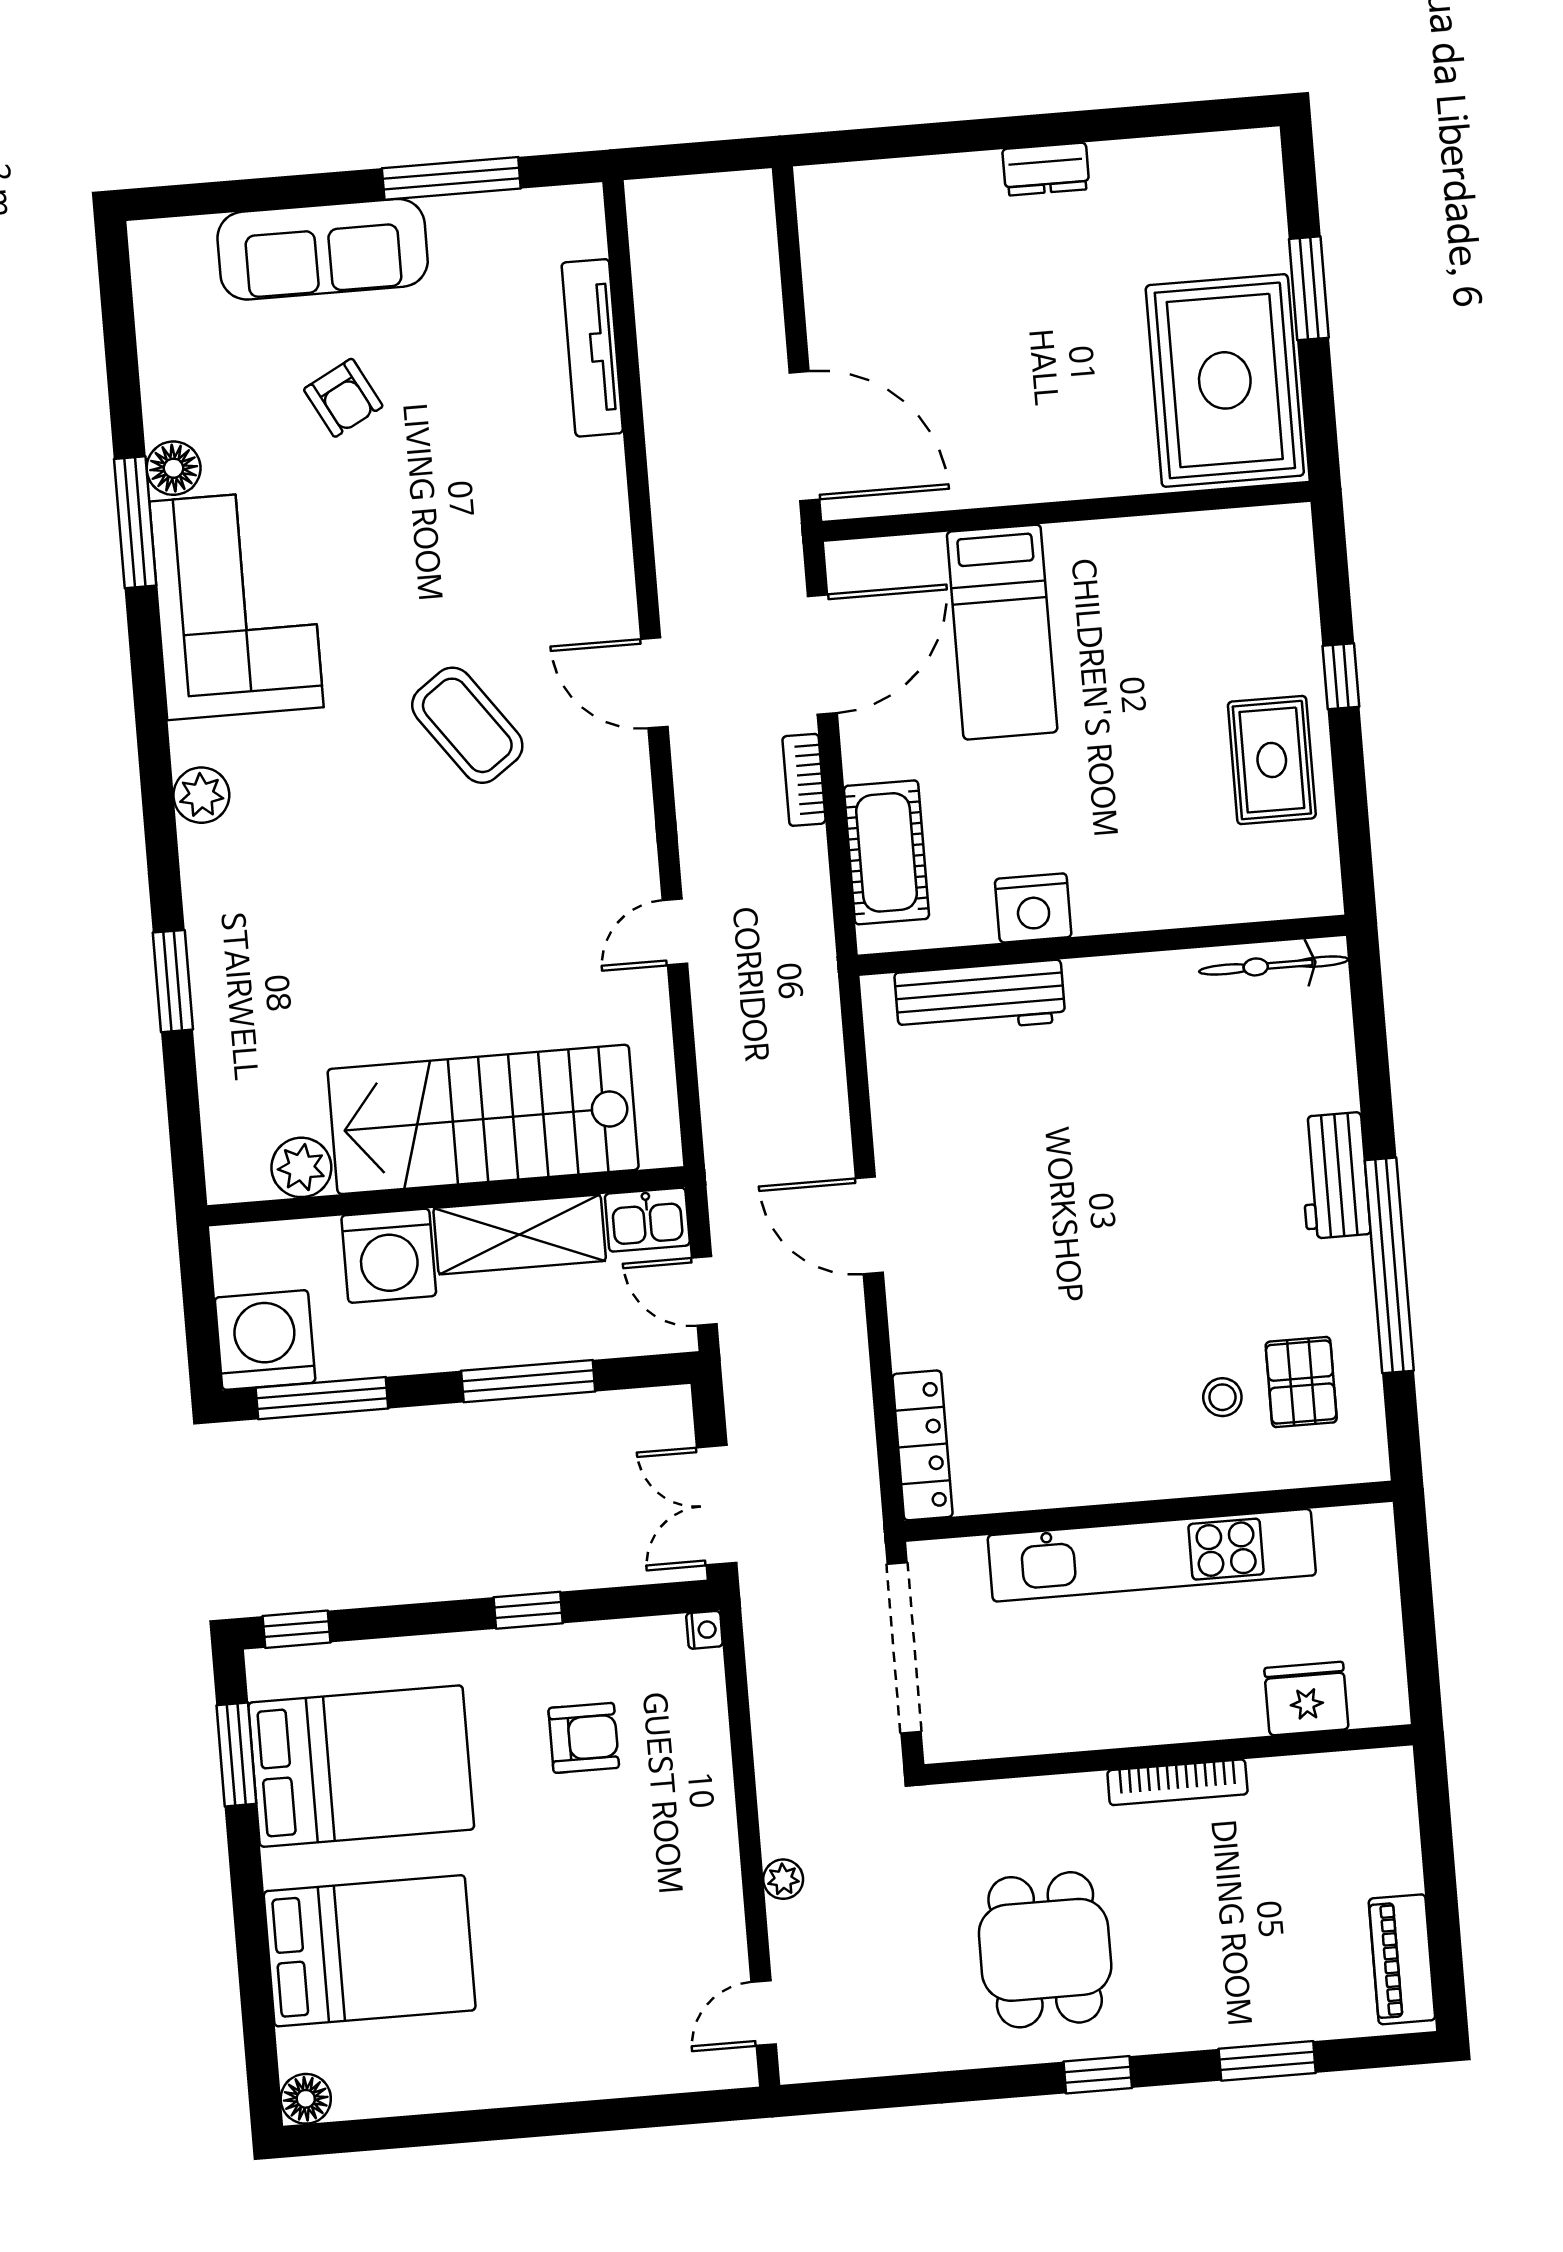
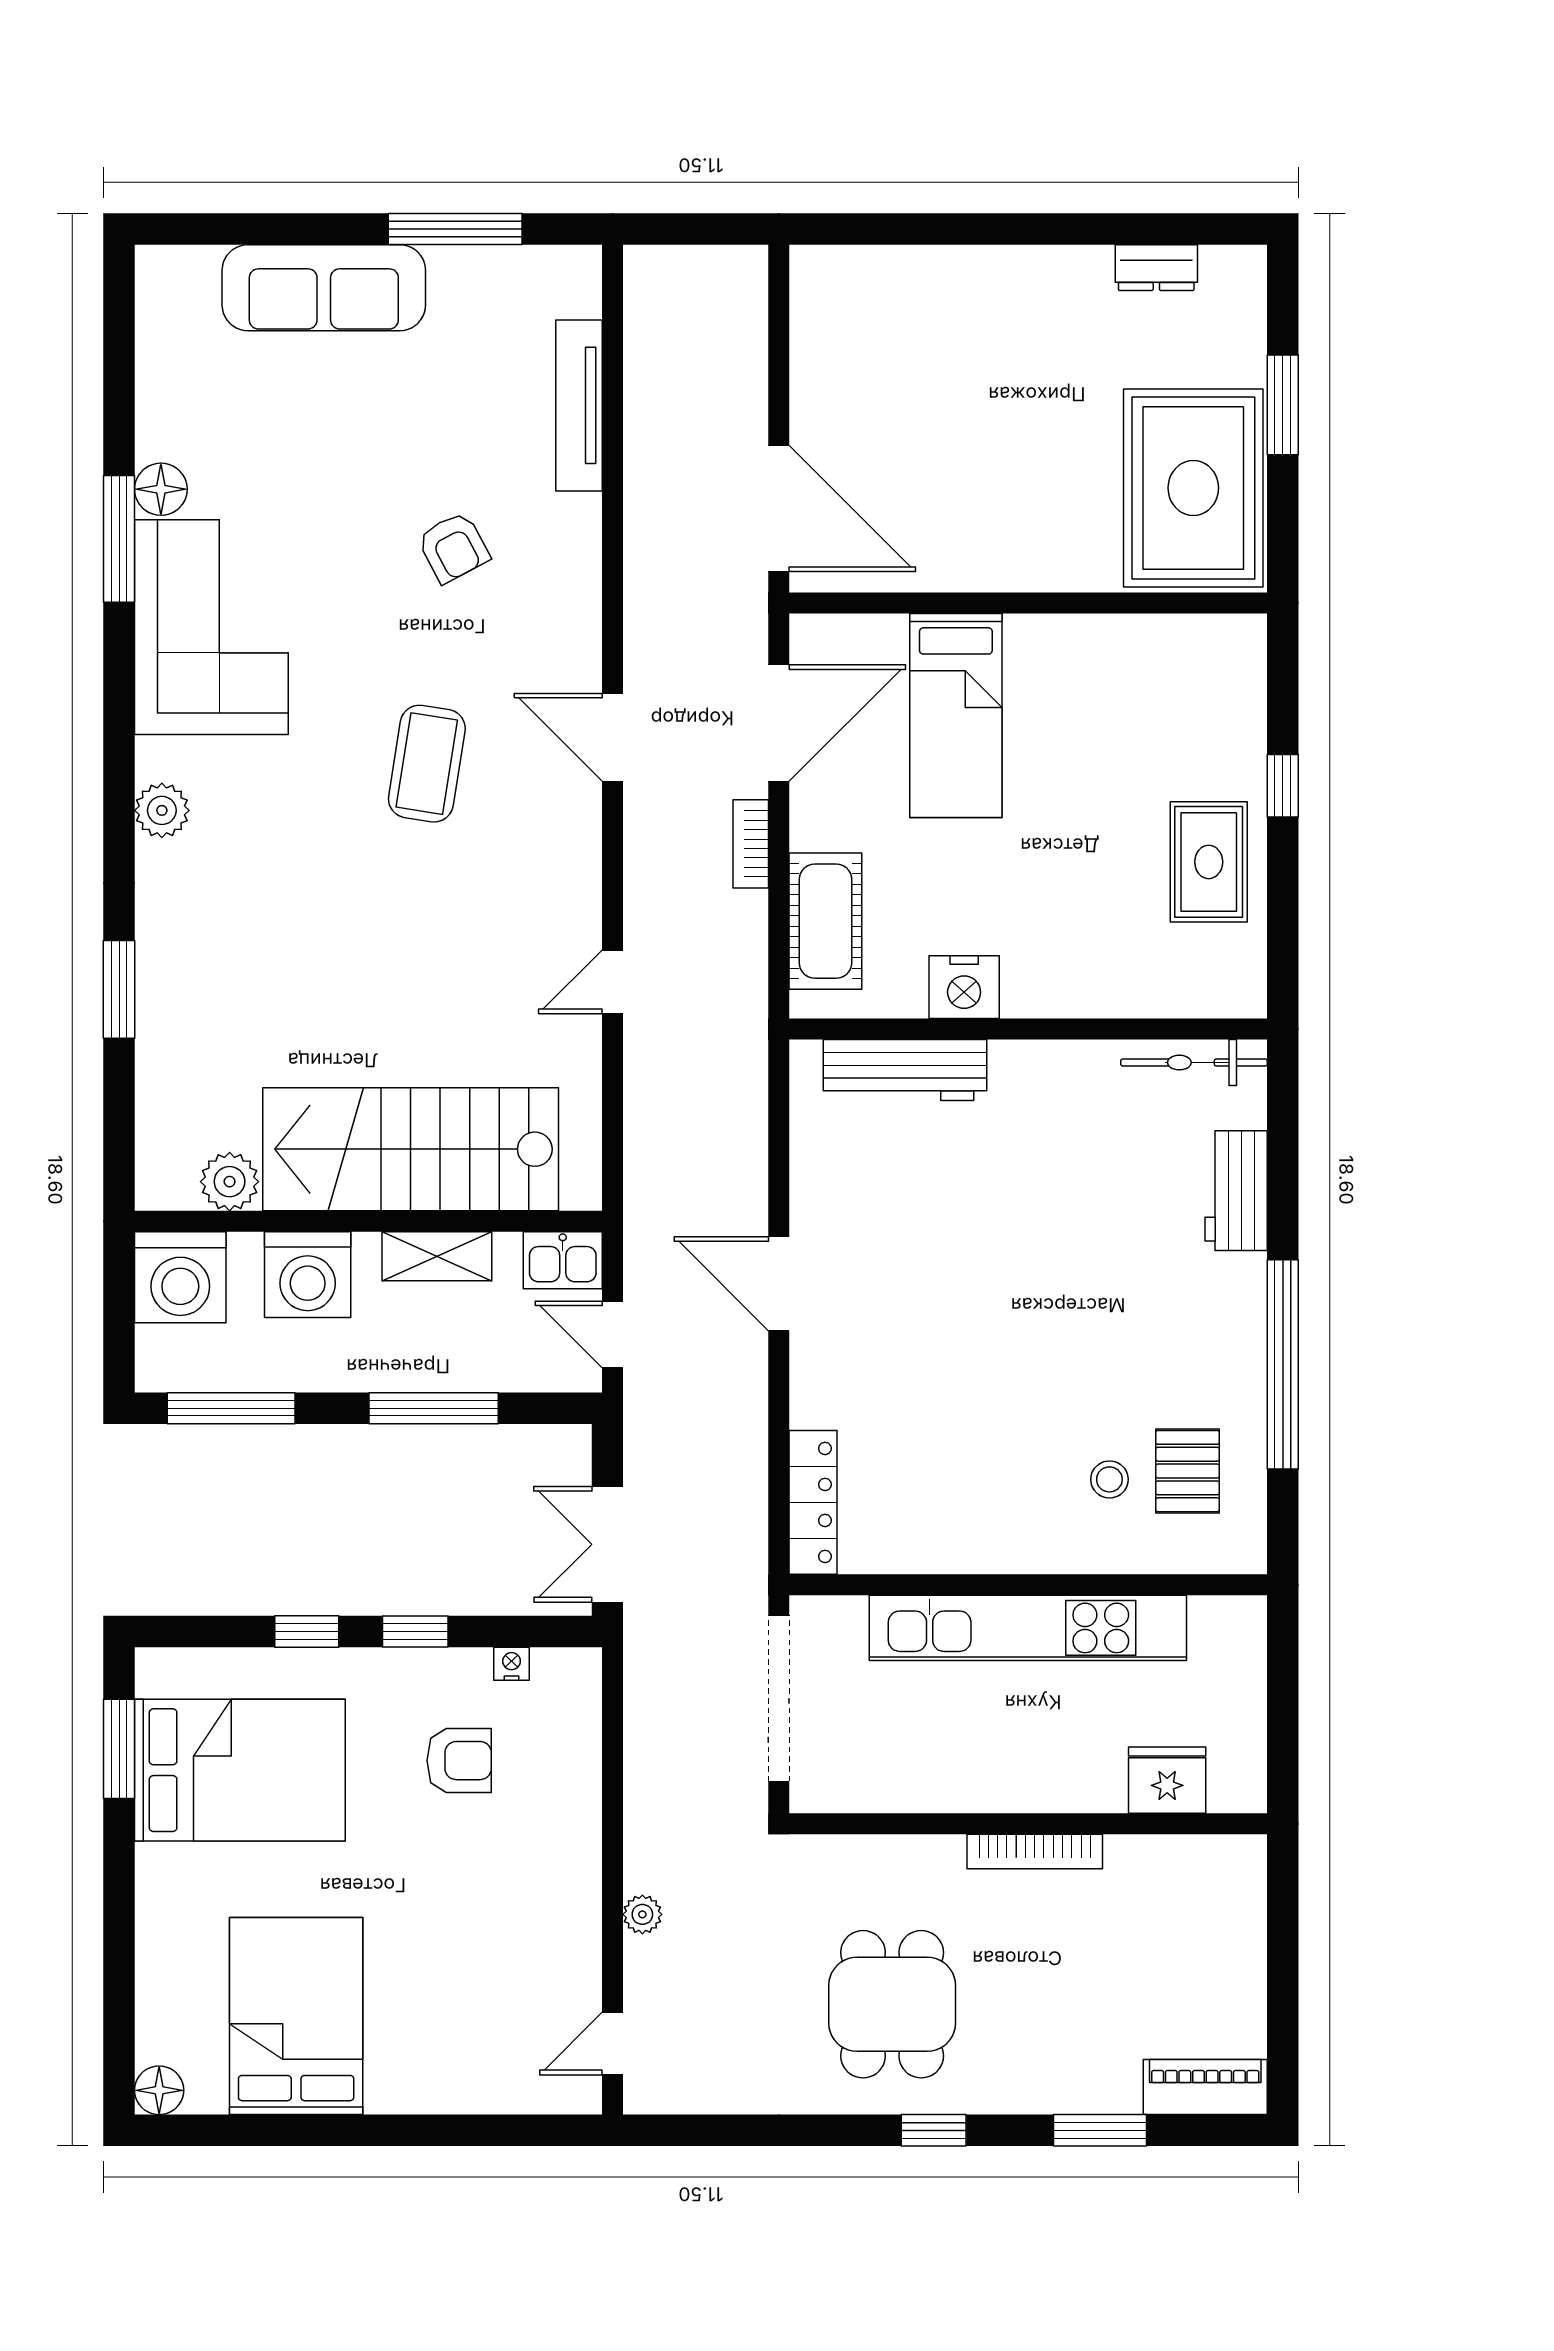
dresser: (1046, 169) -> (1156, 268), moved
armchair: (343, 398) -> (453, 547), moved
coffee table: (467, 725) -> (427, 764), turned 45
workbench: (1334, 1176) -> (1236, 1191), moved
shelving: (520, 1234) -> (437, 1256), width x0.67, depth x0.75
washing machine: (265, 1340) -> (180, 1277), moved, turned 180
window: (297, 1629) -> (307, 1632), moved
nightstand: (704, 1630) -> (512, 1664), moved, turned -90
bed: (370, 1951) -> (296, 2016), moved, turned -90
piano: (1402, 1959) -> (1205, 2087), moved, turned 90

